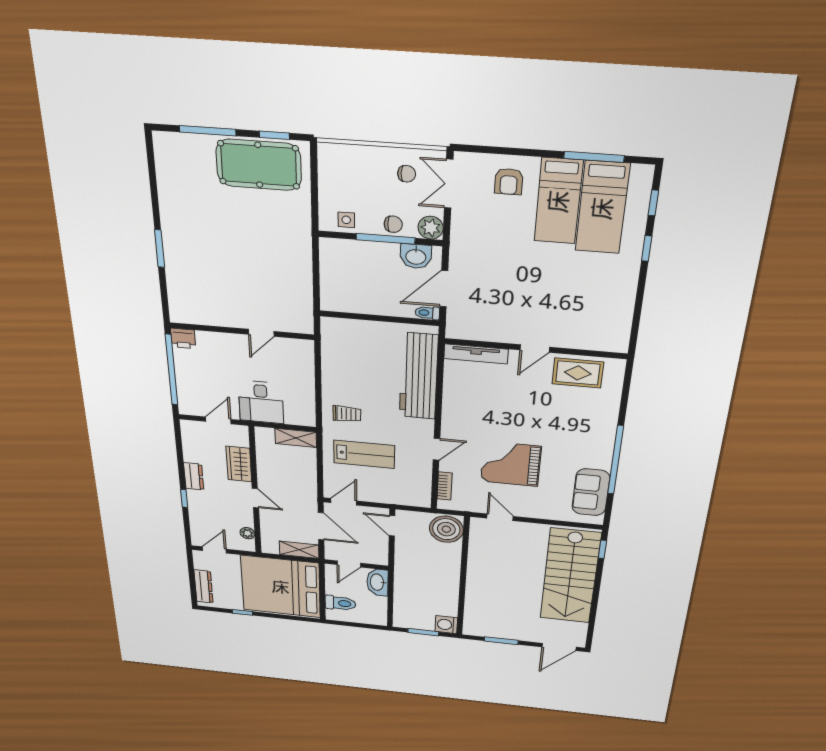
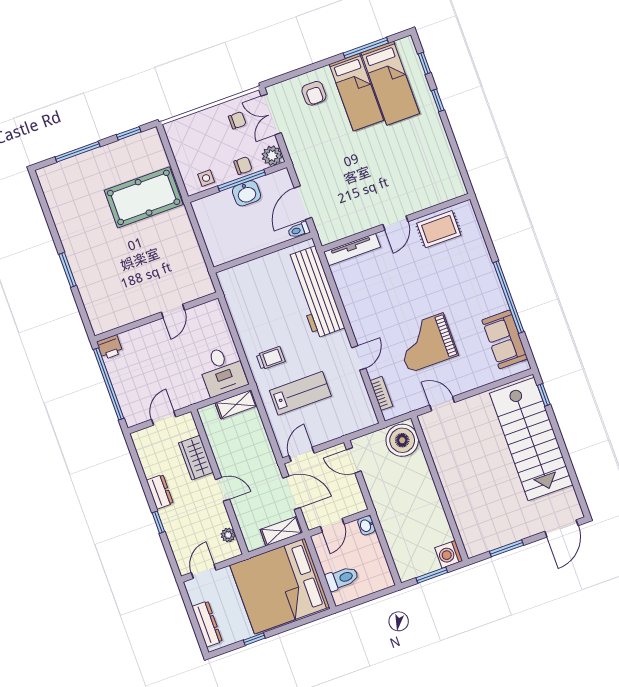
pool table: (259, 165) -> (144, 197), moved
washbasin: (416, 256) -> (246, 193), moved
desk: (261, 402) -> (222, 371), moved
washbasin: (377, 582) -> (366, 525), width x0.52, depth x0.69

